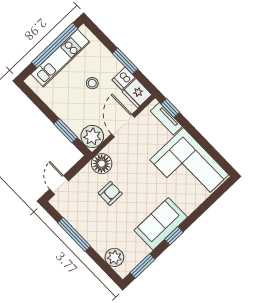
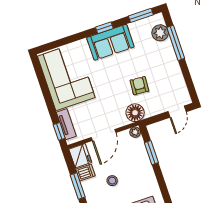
plant: (92, 136) -> (135, 132), width x0.53, depth x0.53
armchair: (110, 193) -> (139, 86), turned 94
window: (74, 234) -> (176, 43), moved

